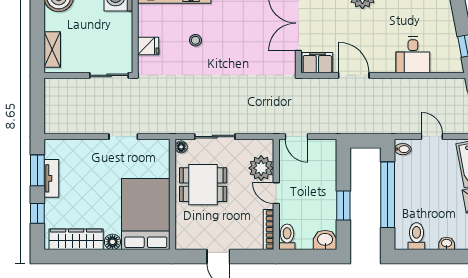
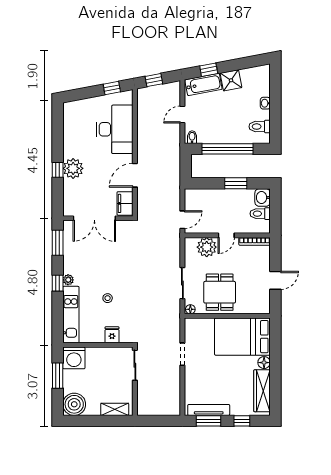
desk: (413, 55) -> (115, 129), width x1.87, depth x1.30
tv unit: (51, 178) -> (209, 410), width x1.41
toilet: (287, 237) -> (260, 214), moved

